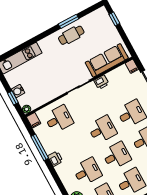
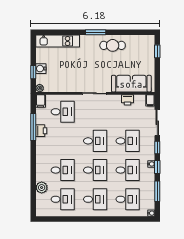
window: (69, 21) -> (96, 32), moved
printer: (101, 82) -> (128, 100), moved
printer: (55, 159) -> (41, 131), moved

